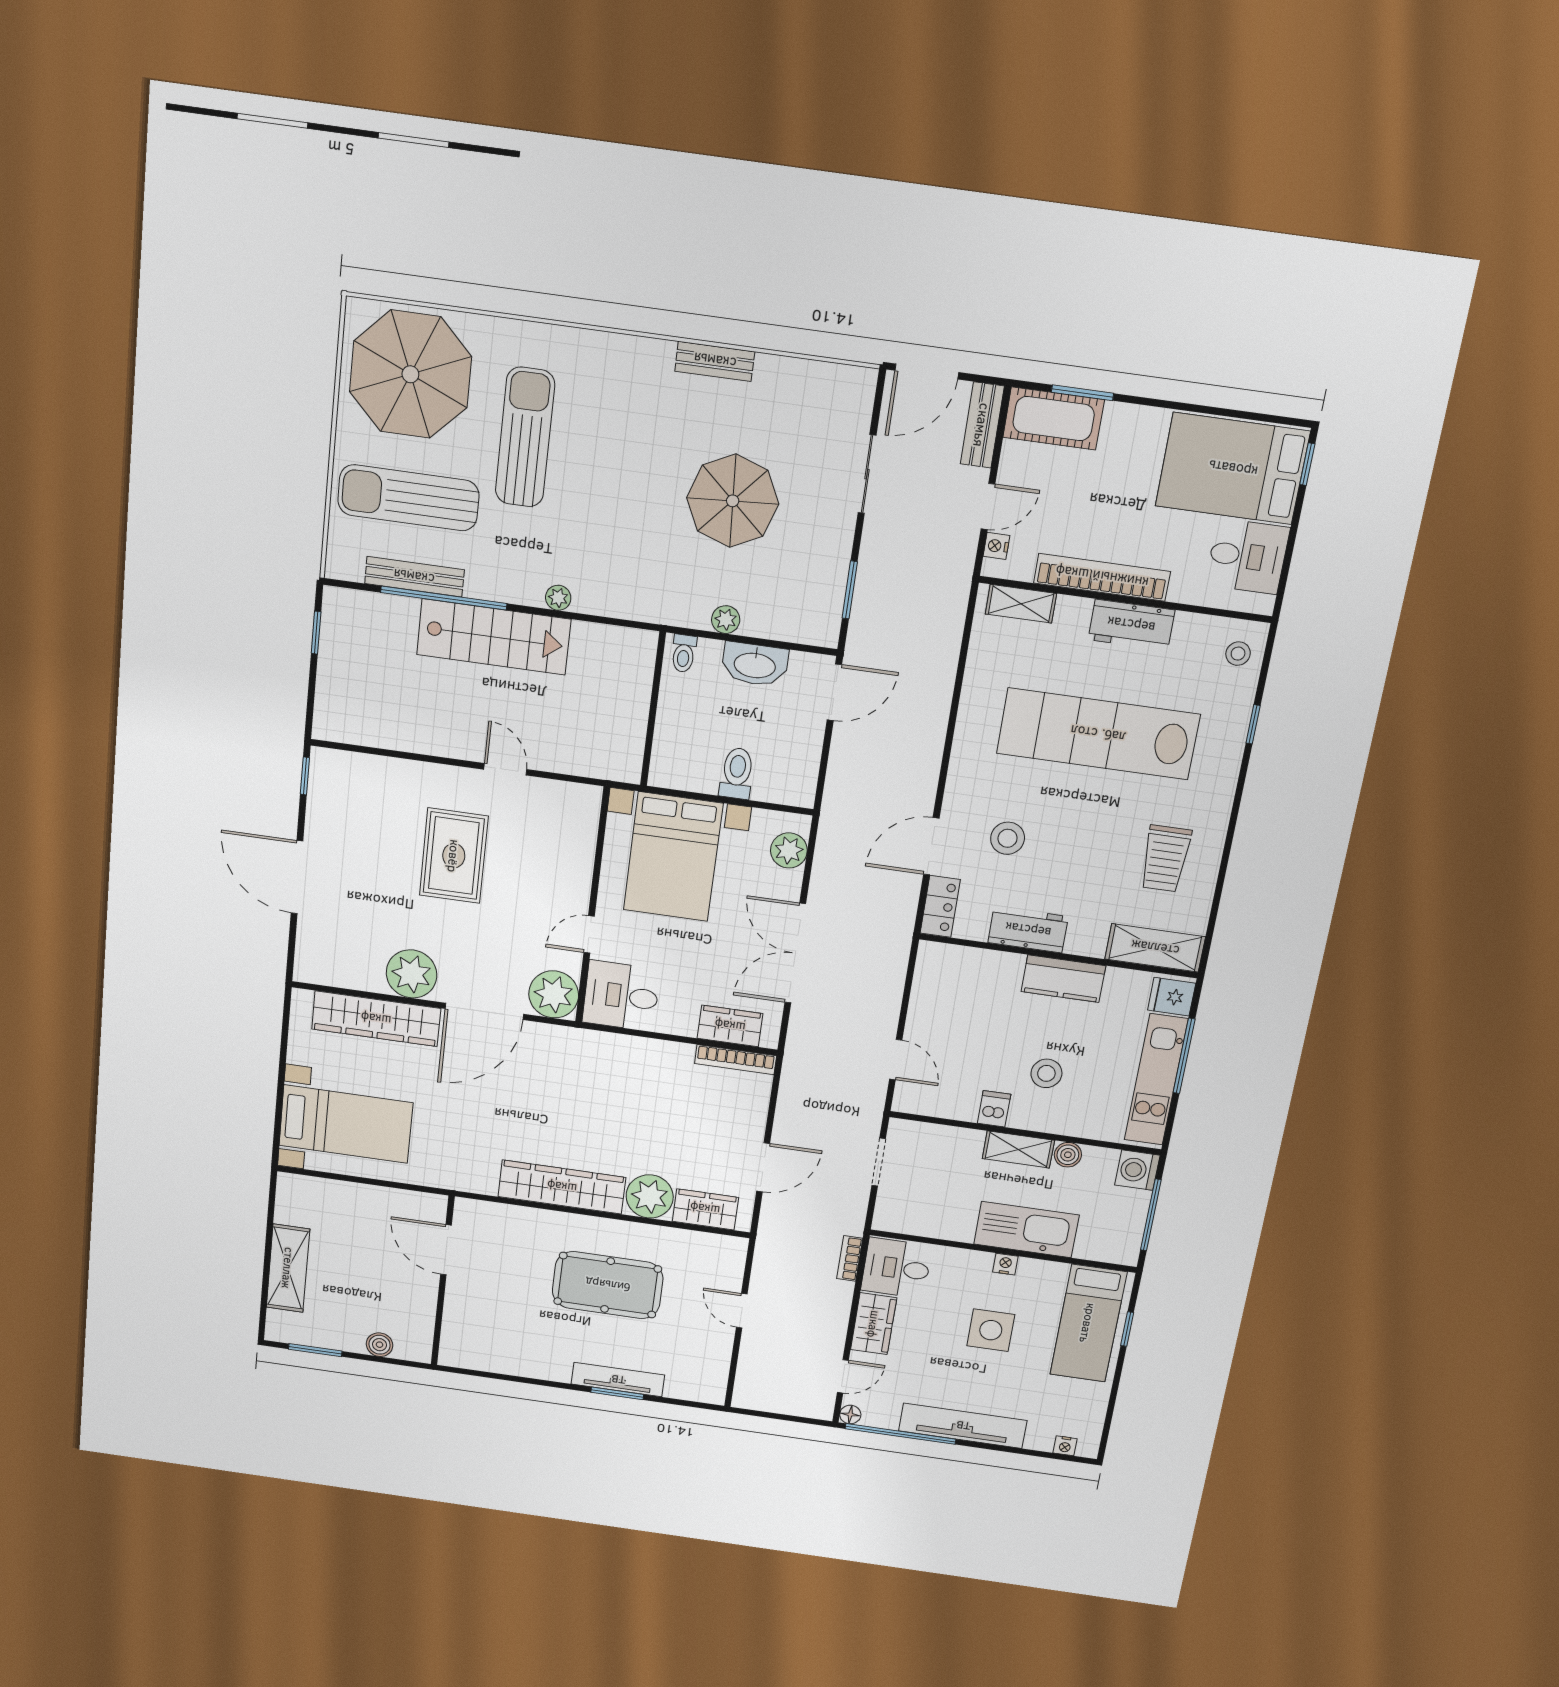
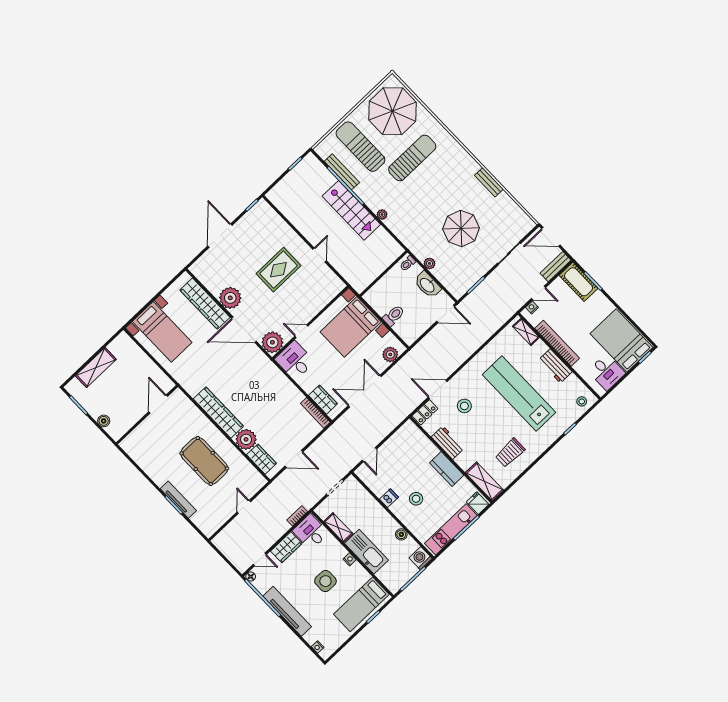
shelving: (1018, 1149) -> (338, 528), moved

